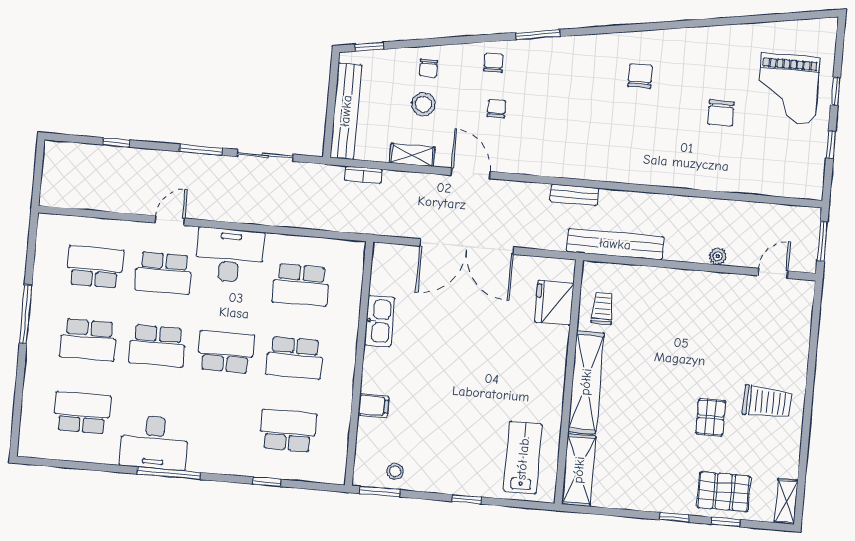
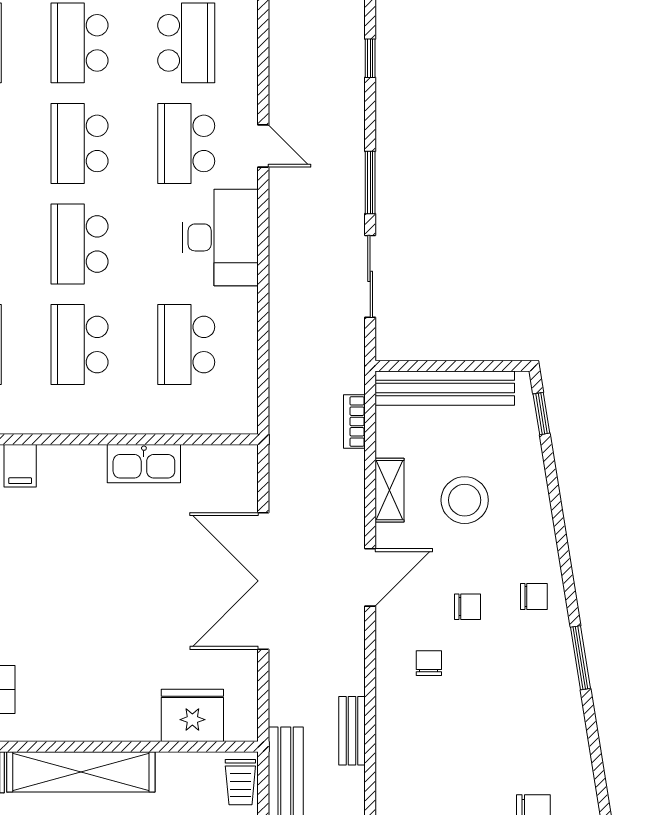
chair: (428, 68) -> (429, 663), moved, turned 90
stool: (424, 104) -> (465, 500), width x1.38, depth x1.38
trolley: (602, 308) -> (240, 782), moved, turned 90
school desk: (226, 352) -> (79, 244), turned 180

